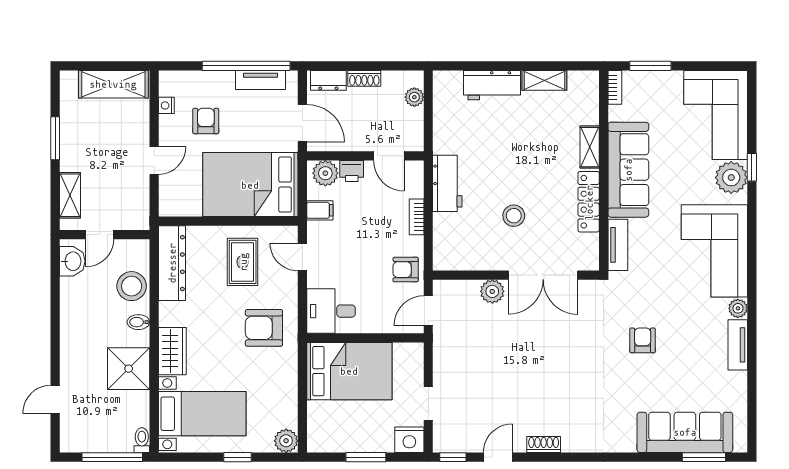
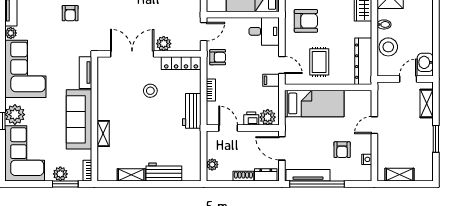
tv unit: (260, 80) -> (308, 175), width x1.41
plant: (658, 82) -> (60, 174), added
shelving: (113, 84) -> (400, 175), width x0.67, depth x0.75
bed: (250, 185) -> (314, 103), width x0.67
locker: (589, 202) -> (181, 63), moved, turned 90
filing cabinet: (320, 210) -> (271, 80), moved

